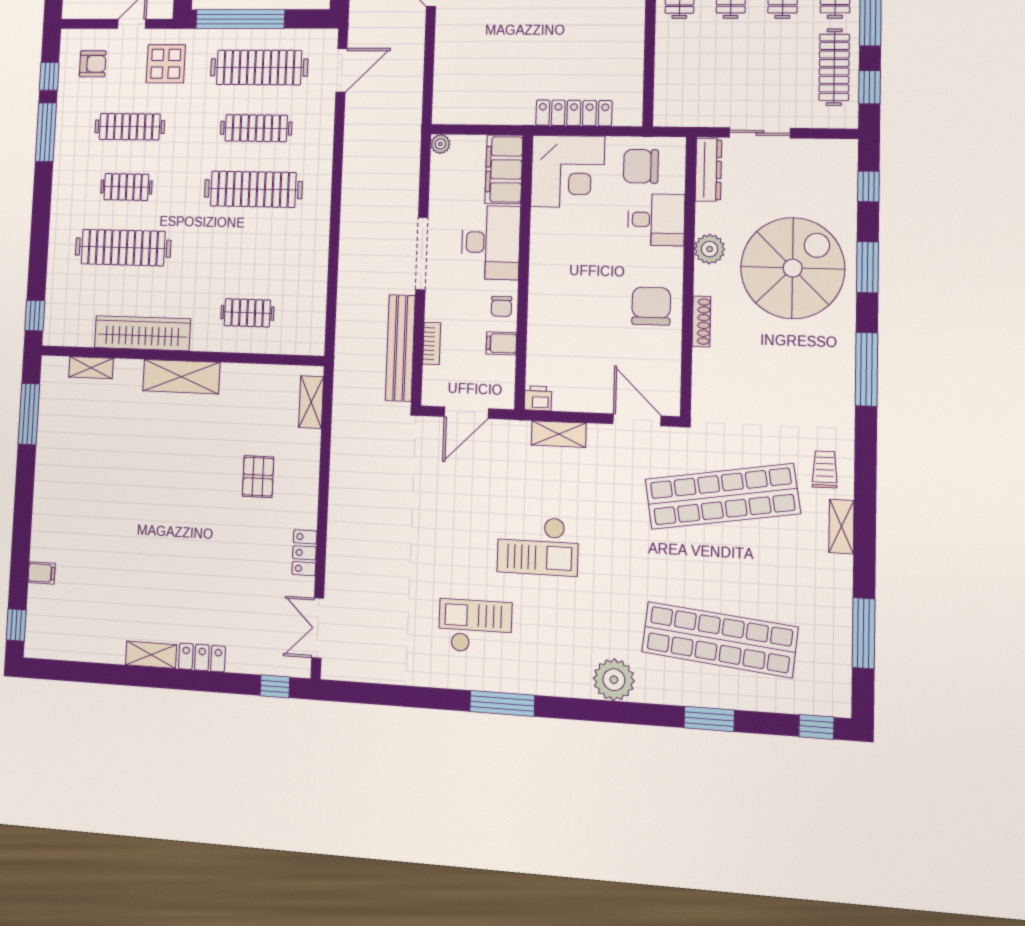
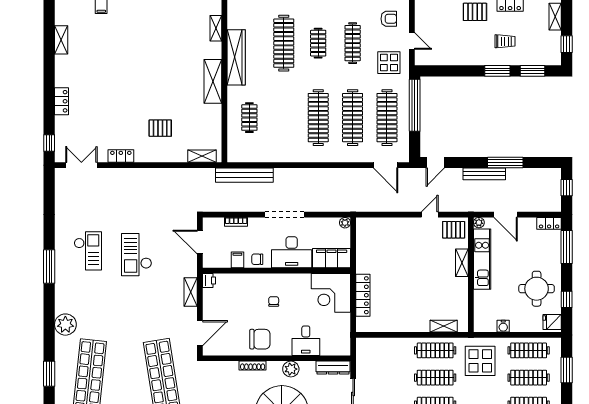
armchair: (93, 64) -> (389, 19), turned -90
clothes rail: (256, 128) -> (353, 118), width x1.37, depth x1.31
chair: (641, 166) -> (274, 301), moved, width x0.54, depth x0.54
bench: (400, 348) -> (244, 175), moved
checkout: (538, 546) -> (137, 255), moved
shelving: (151, 655) -> (61, 40), moved

